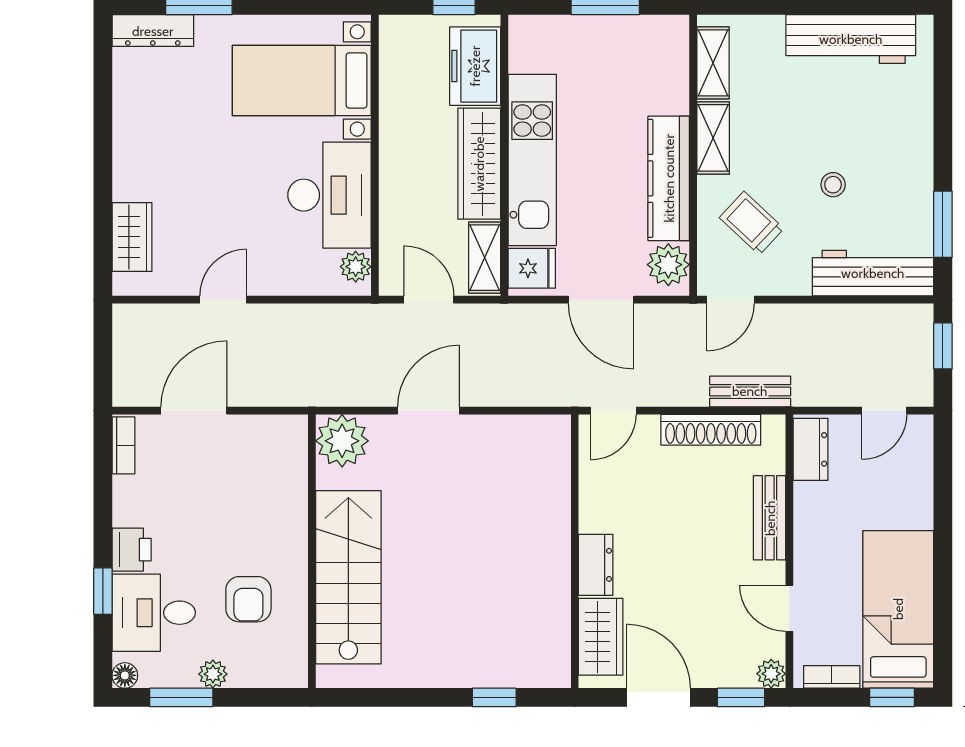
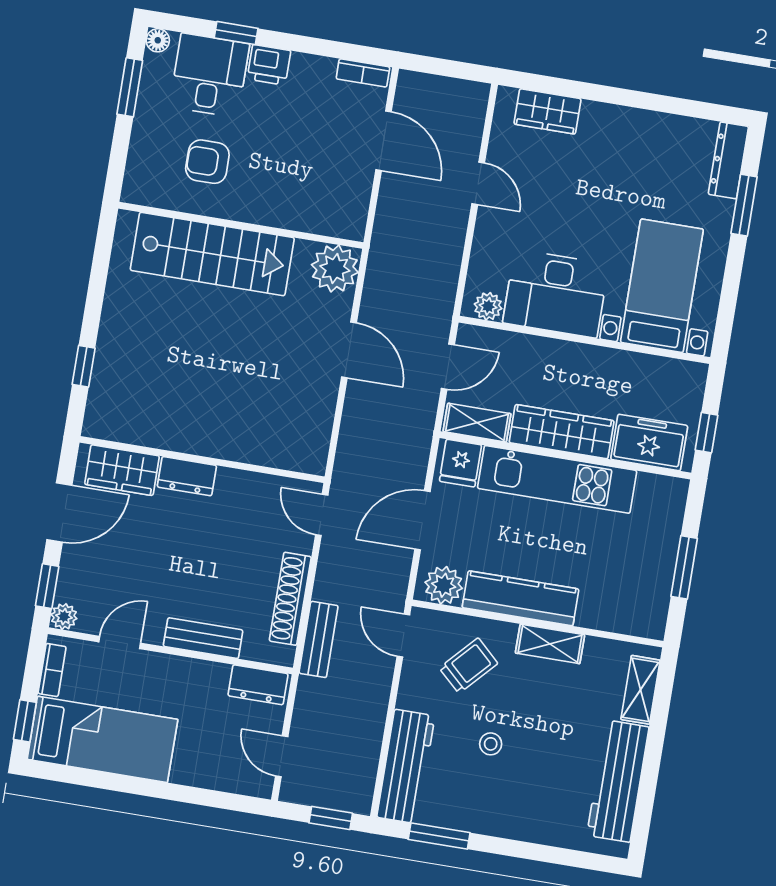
shelving: (713, 63) -> (641, 690), moved, turned 90
plant: (213, 674) -> (146, 119), removed

